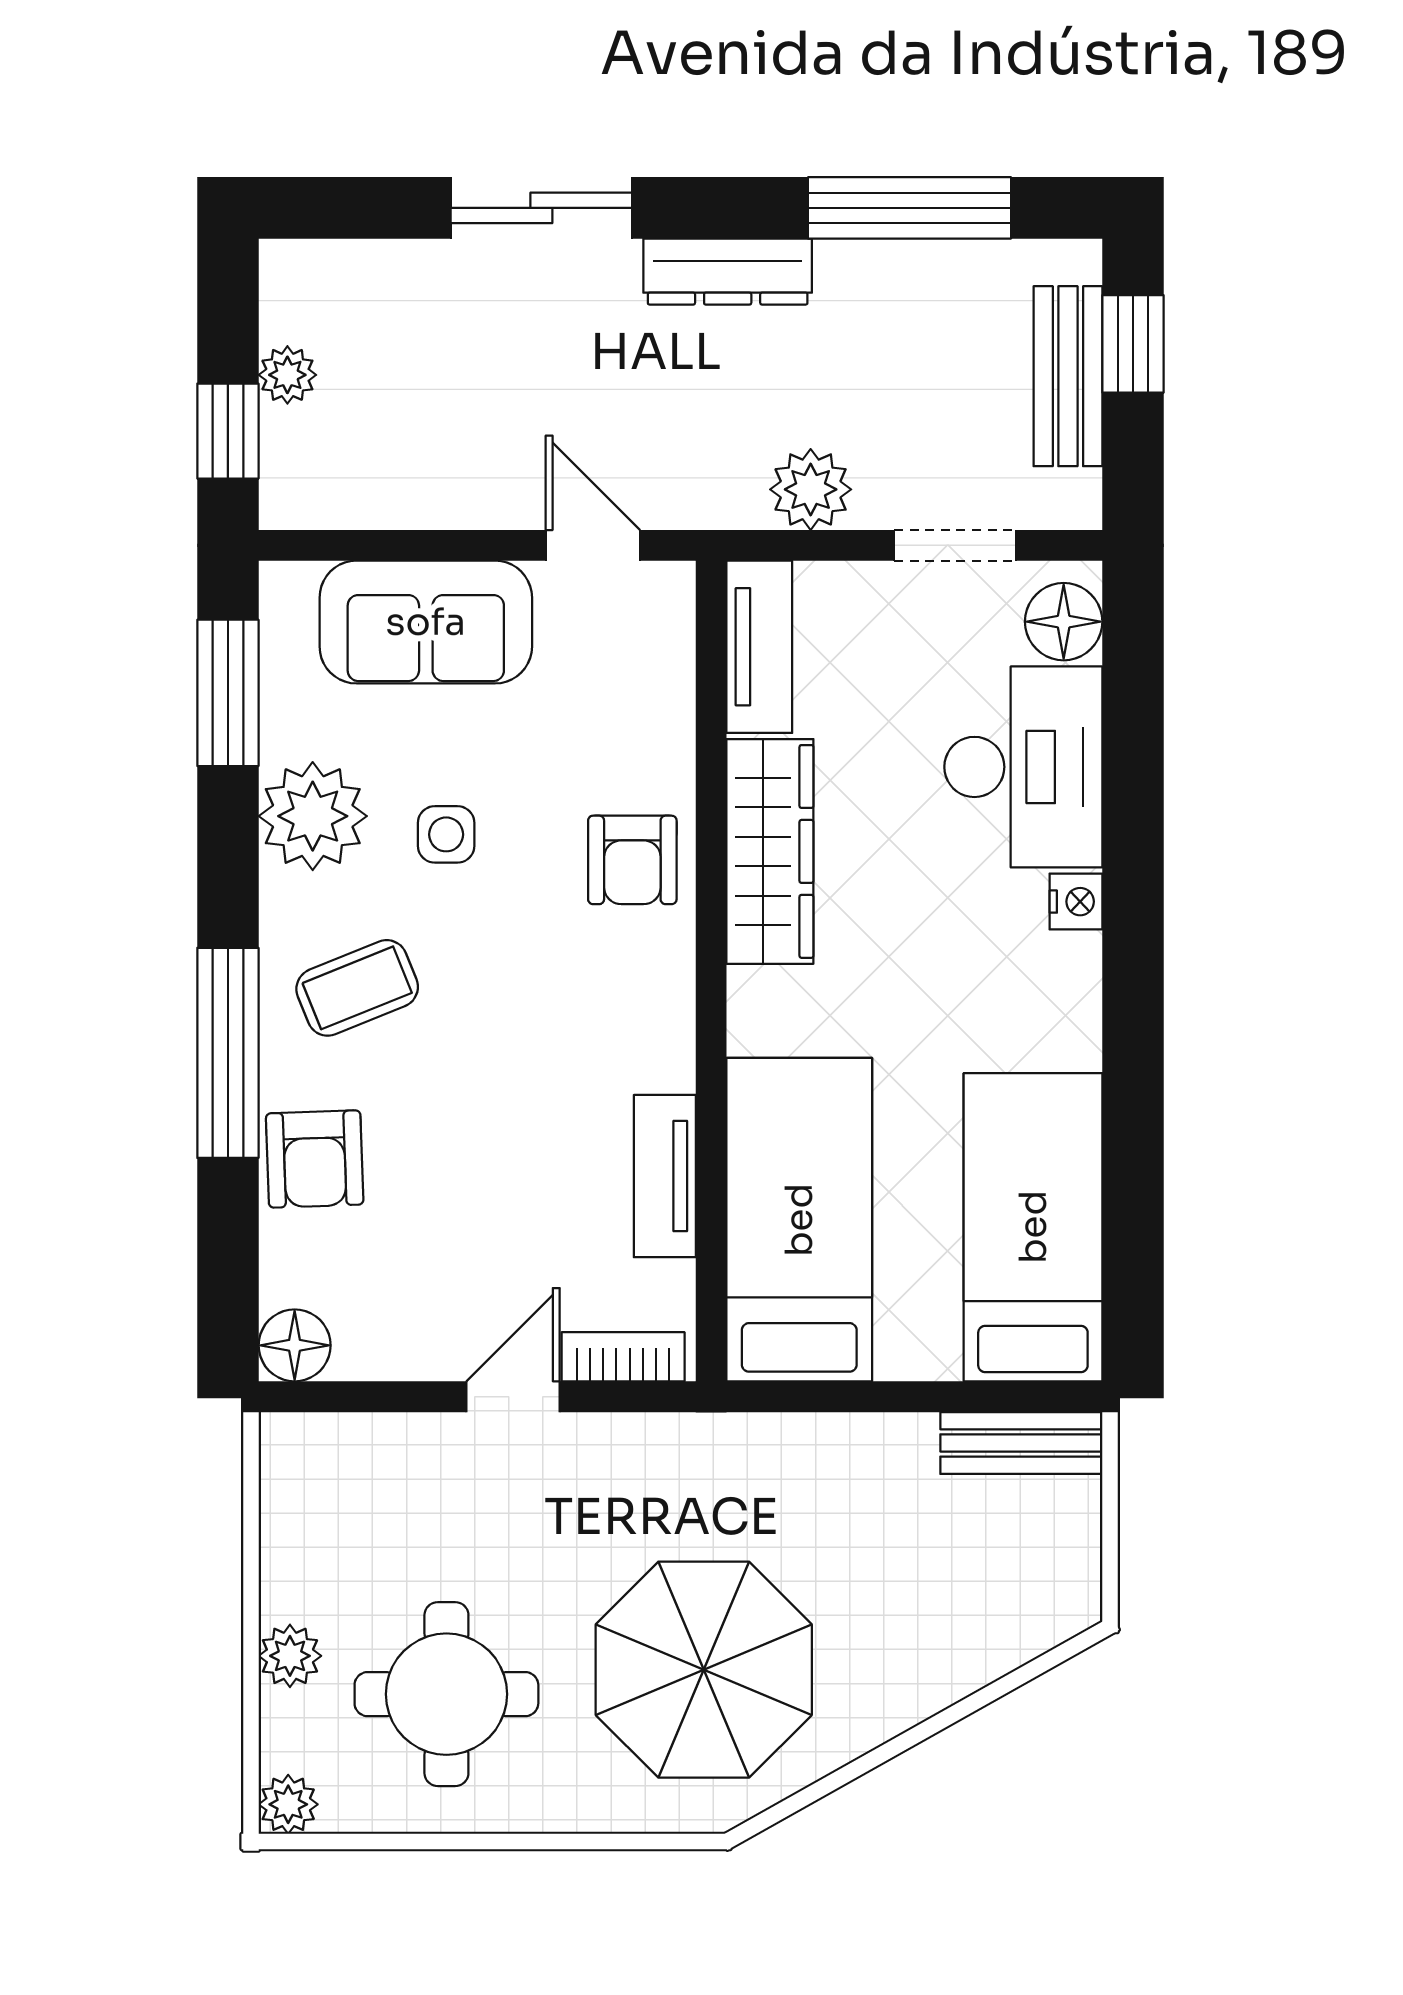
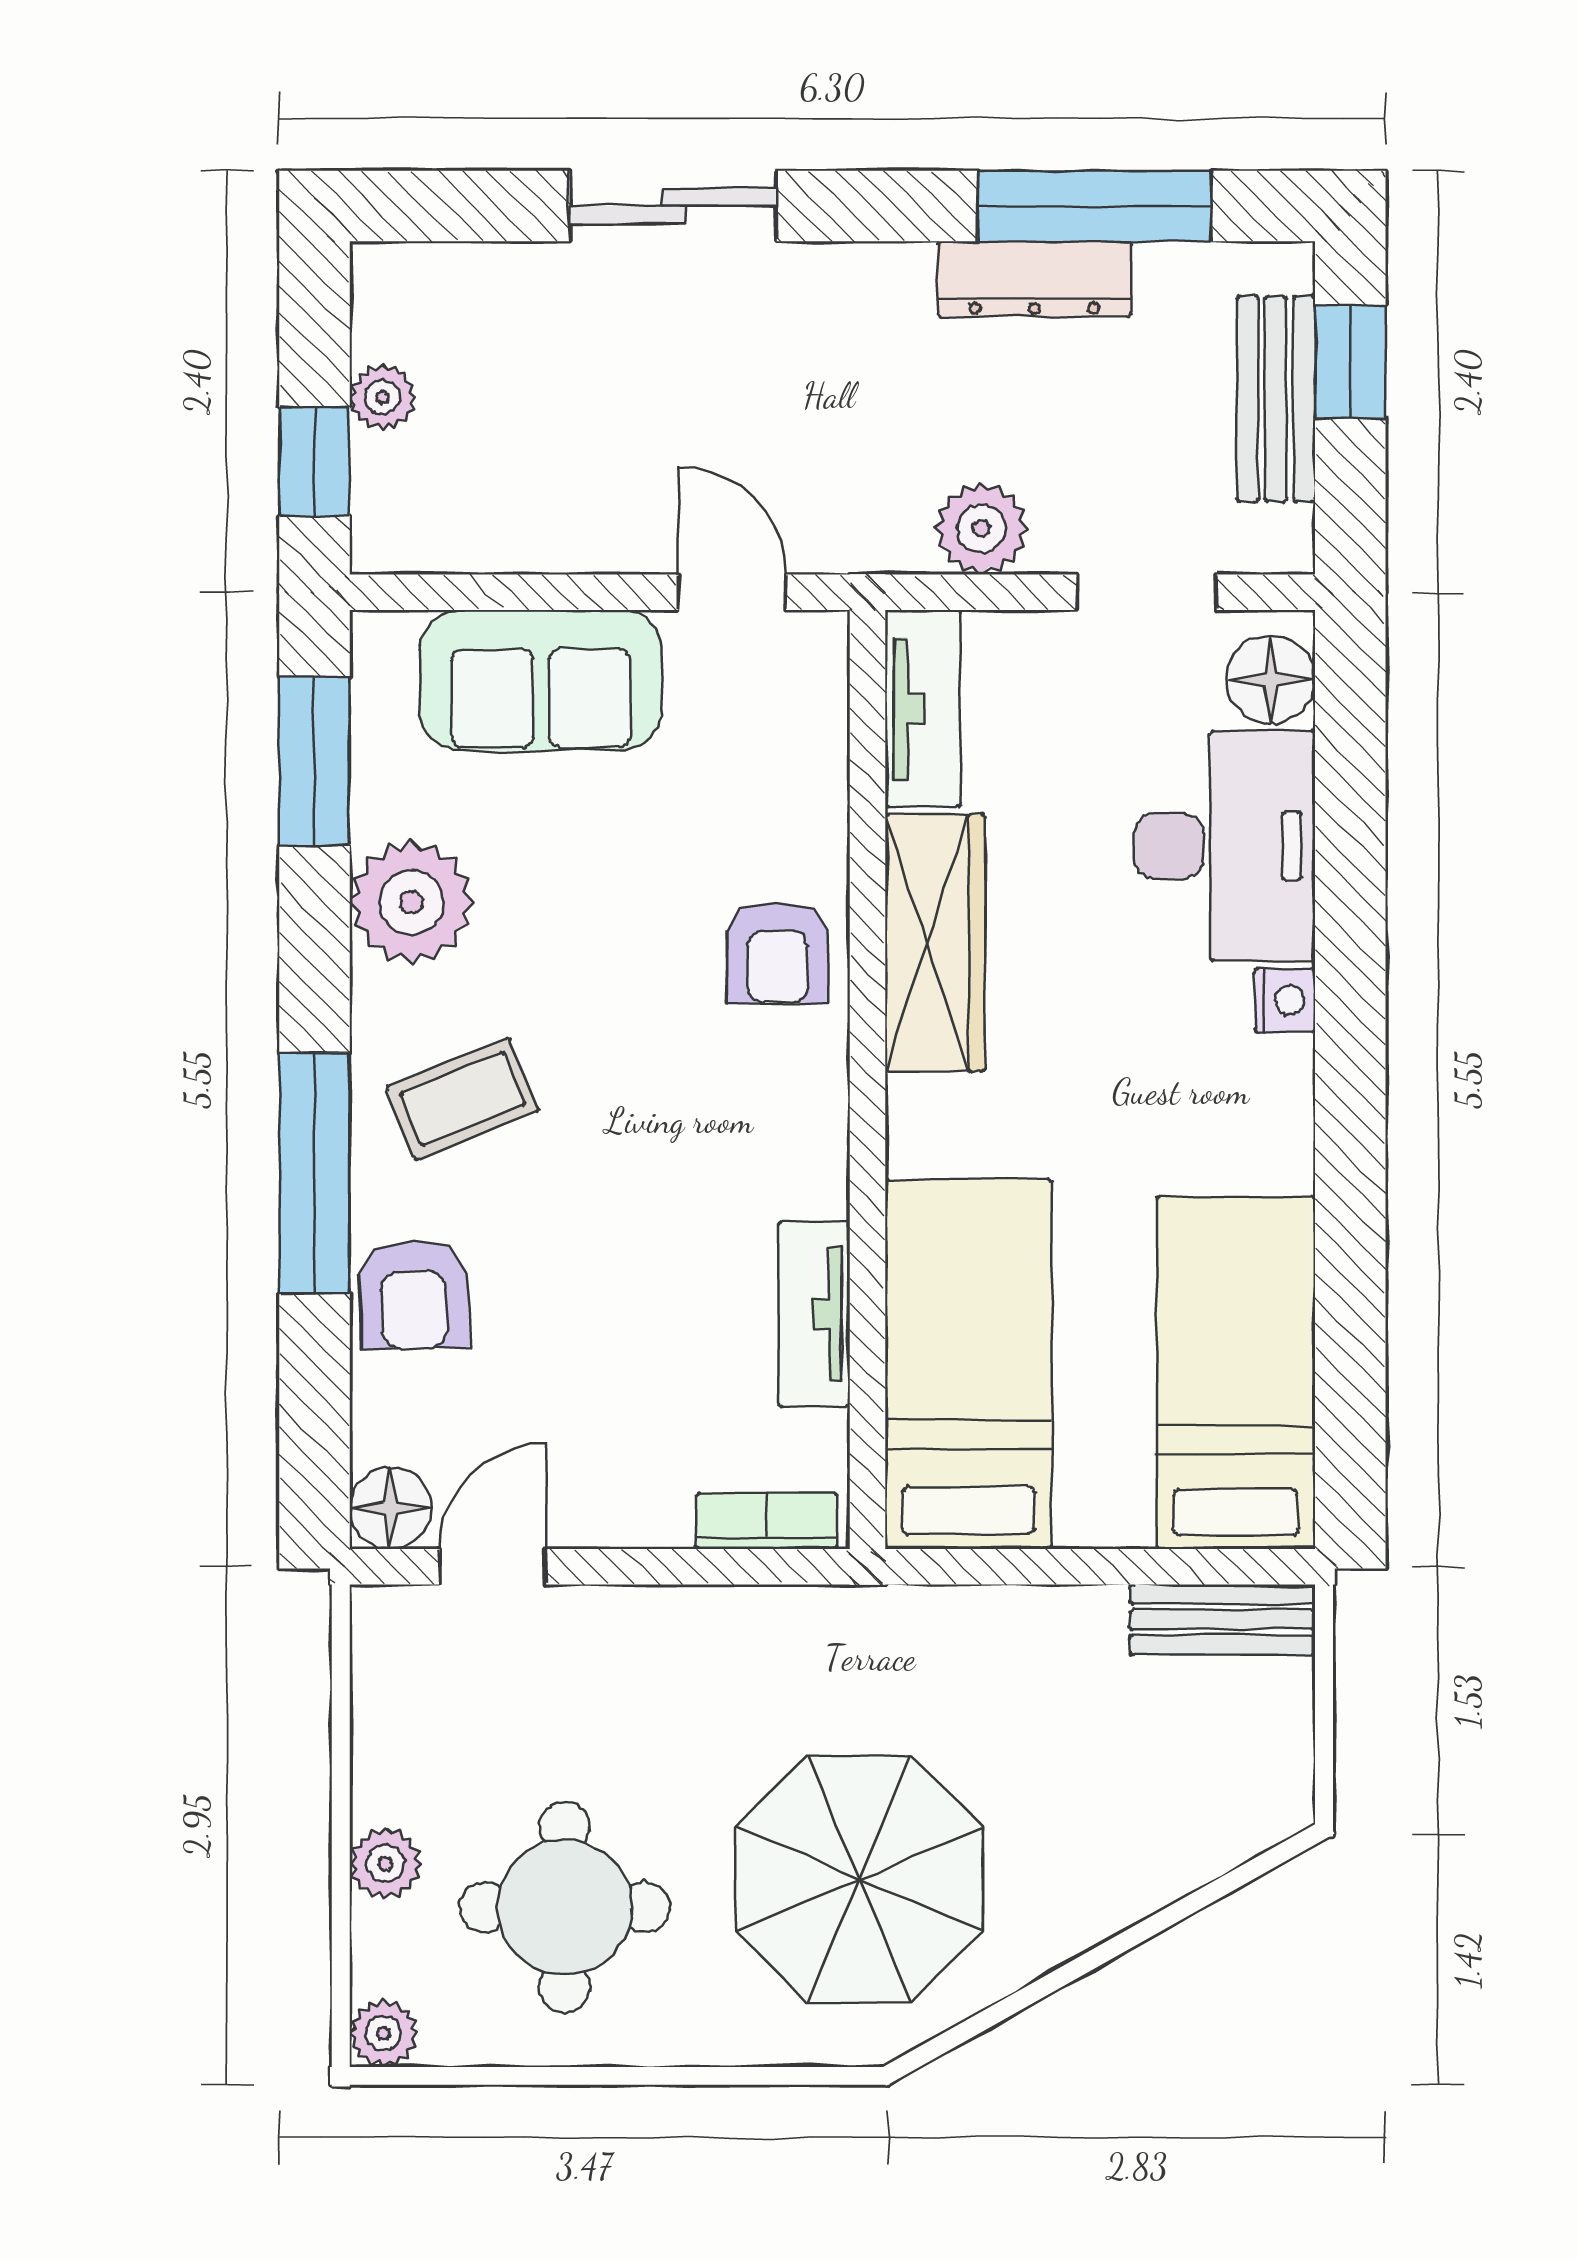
dresser: (728, 272) -> (1034, 279), moved
side table: (446, 834) -> (564, 923), removed
door: (513, 1397) -> (493, 1567), moved

